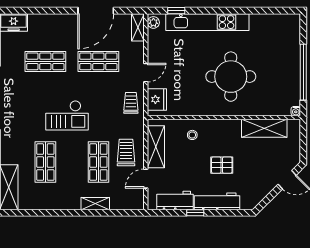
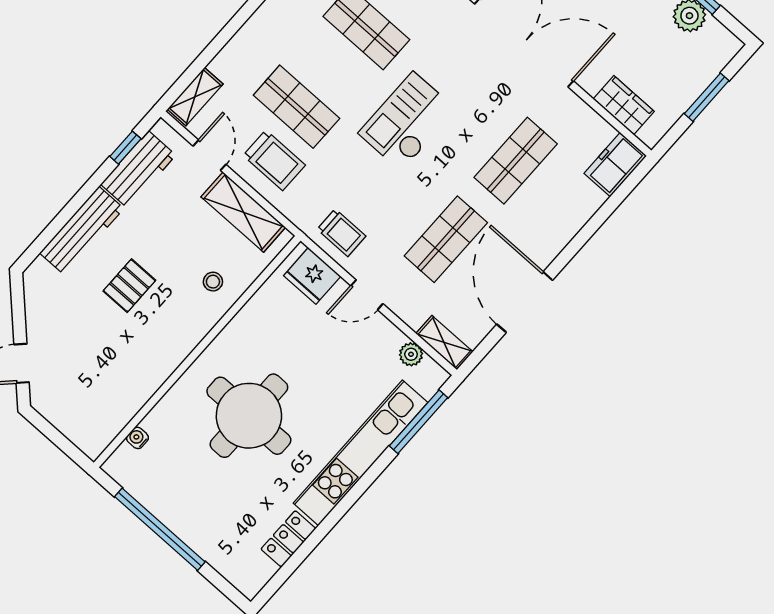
window: (176, 11) -> (419, 422), width x2.17
locker: (264, 21) -> (288, 539), added
plant: (153, 22) -> (411, 354), moved
door: (146, 73) -> (367, 295), hinge flipped
water cooler: (296, 111) -> (137, 438), moved
shelving: (264, 128) -> (128, 397), removed
shelving: (95, 204) -> (195, 97), moved
window: (195, 213) -> (125, 148), moved

